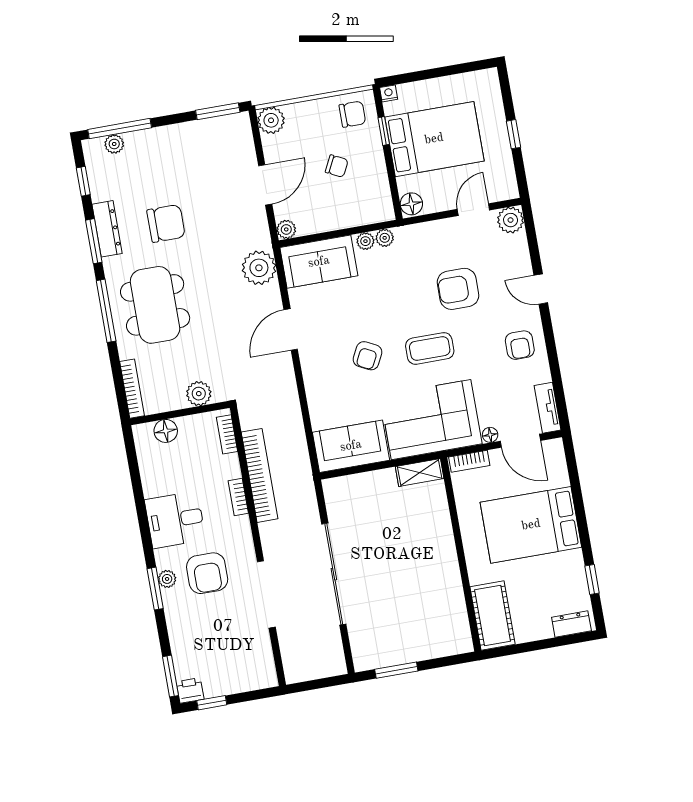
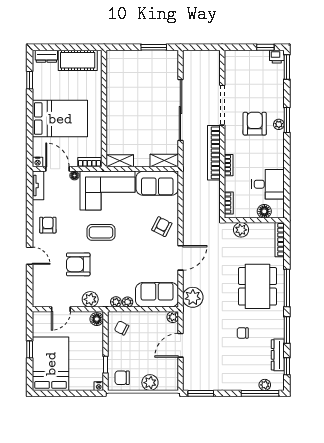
plant: (271, 120) -> (150, 383), moved
bed: (434, 139) -> (51, 364), moved, turned 90
chair: (337, 166) -> (122, 328), moved
plant: (511, 220) -> (90, 299), moved
chair: (166, 223) -> (243, 333), width x0.54, depth x0.54
dresser: (107, 229) -> (278, 355), moved
armchair: (458, 289) -> (78, 264), turned 180
armchair: (368, 356) -> (162, 227), moved
nightstand: (555, 446) -> (38, 162), added
bookcase: (260, 475) -> (214, 153), moved
shelving: (346, 486) -> (164, 160), added
desk: (175, 520) -> (268, 184), moved
cot: (493, 615) -> (78, 60), moved, turned 90

